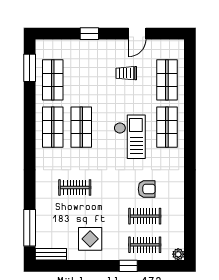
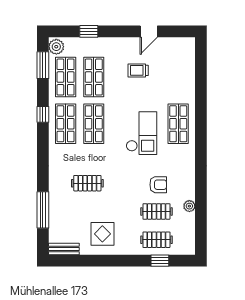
window: (89, 34) -> (89, 31), moved
plant: (43, 49) -> (56, 47), added
shop shelf: (167, 80) -> (94, 77), moved
window: (30, 118) -> (43, 114), added
window: (30, 228) -> (43, 210), moved
plant: (178, 254) -> (189, 206), moved
window: (128, 266) -> (160, 261), moved

